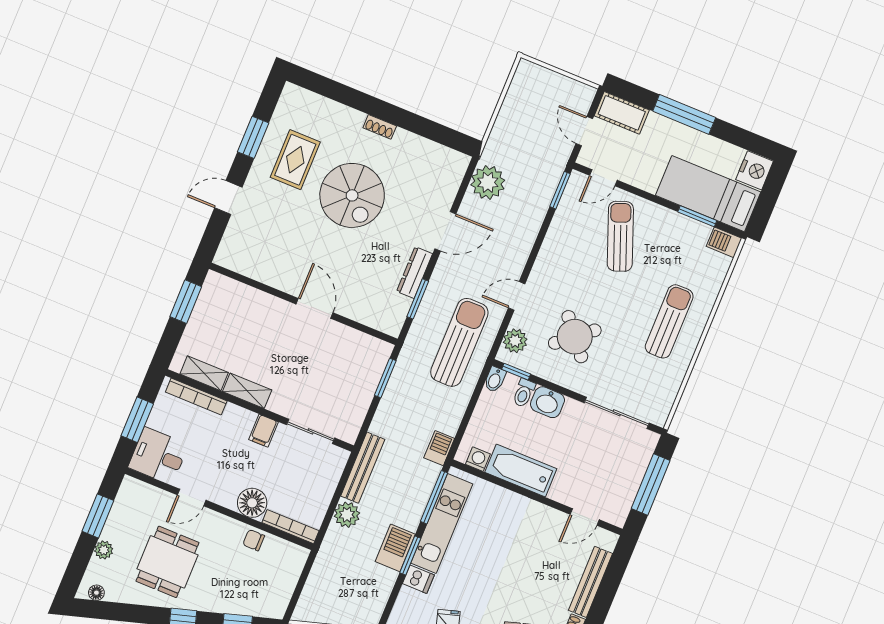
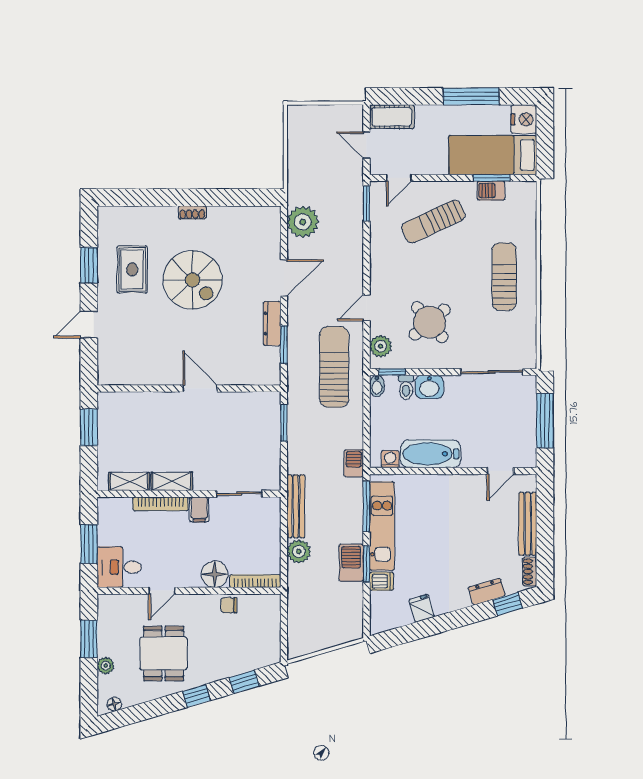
window: (684, 114) -> (471, 96), moved
sun lounger: (620, 236) -> (433, 221), turned -94
barbecue: (724, 242) -> (491, 191), moved
bookcase: (196, 397) -> (161, 504), moved

